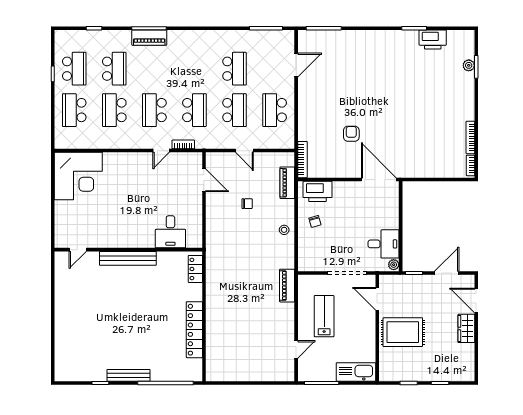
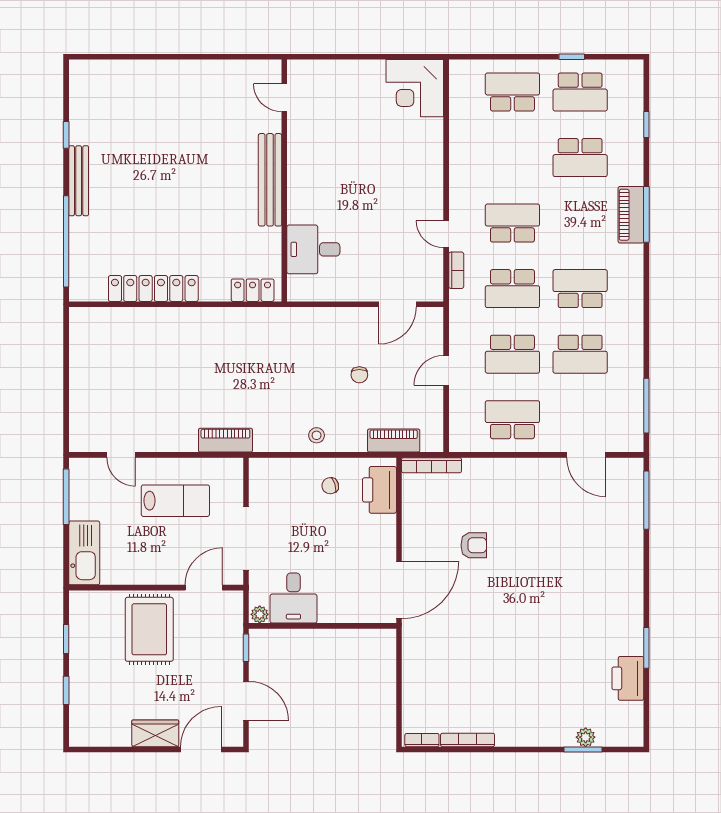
school desk: (114, 110) -> (580, 289), moved
corner desk: (78, 176) -> (415, 88), width x0.74, depth x0.74

